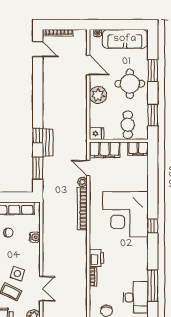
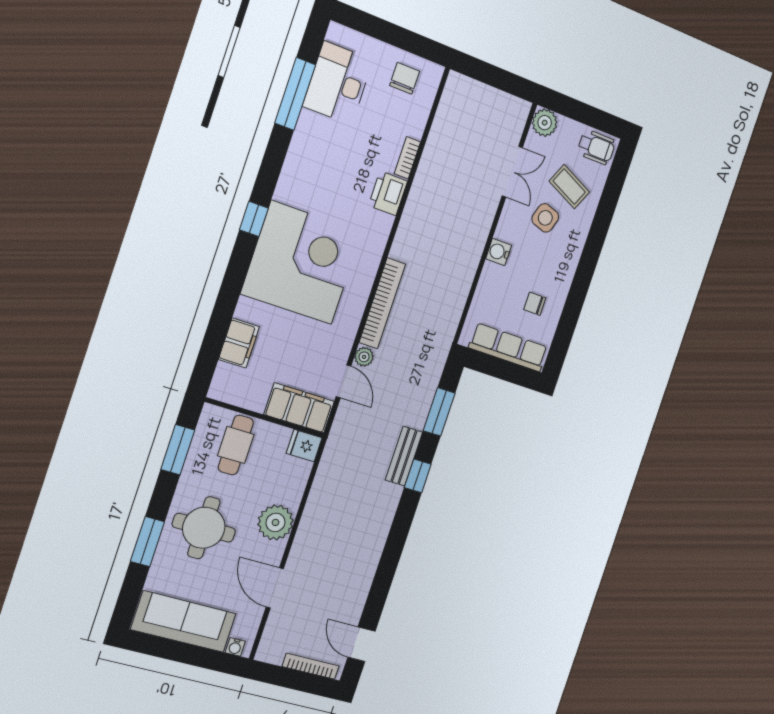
filing cabinet: (138, 149) -> (239, 343), moved, turned 90
water cooler: (35, 237) -> (499, 252), moved
double door: (41, 289) -> (512, 172), swing flipped

